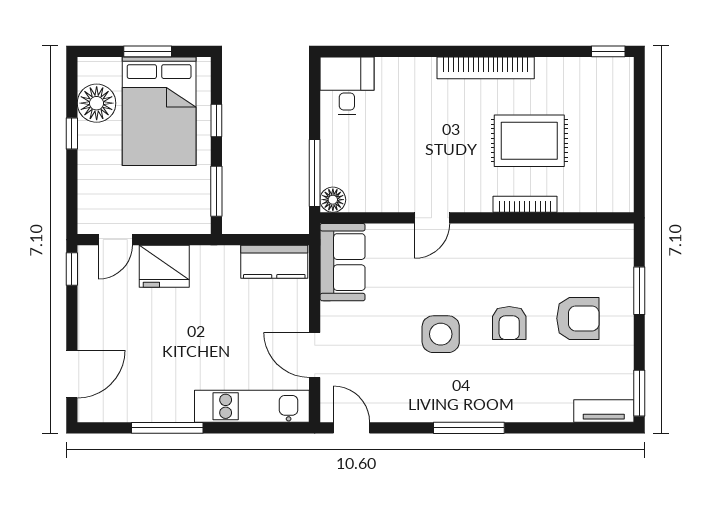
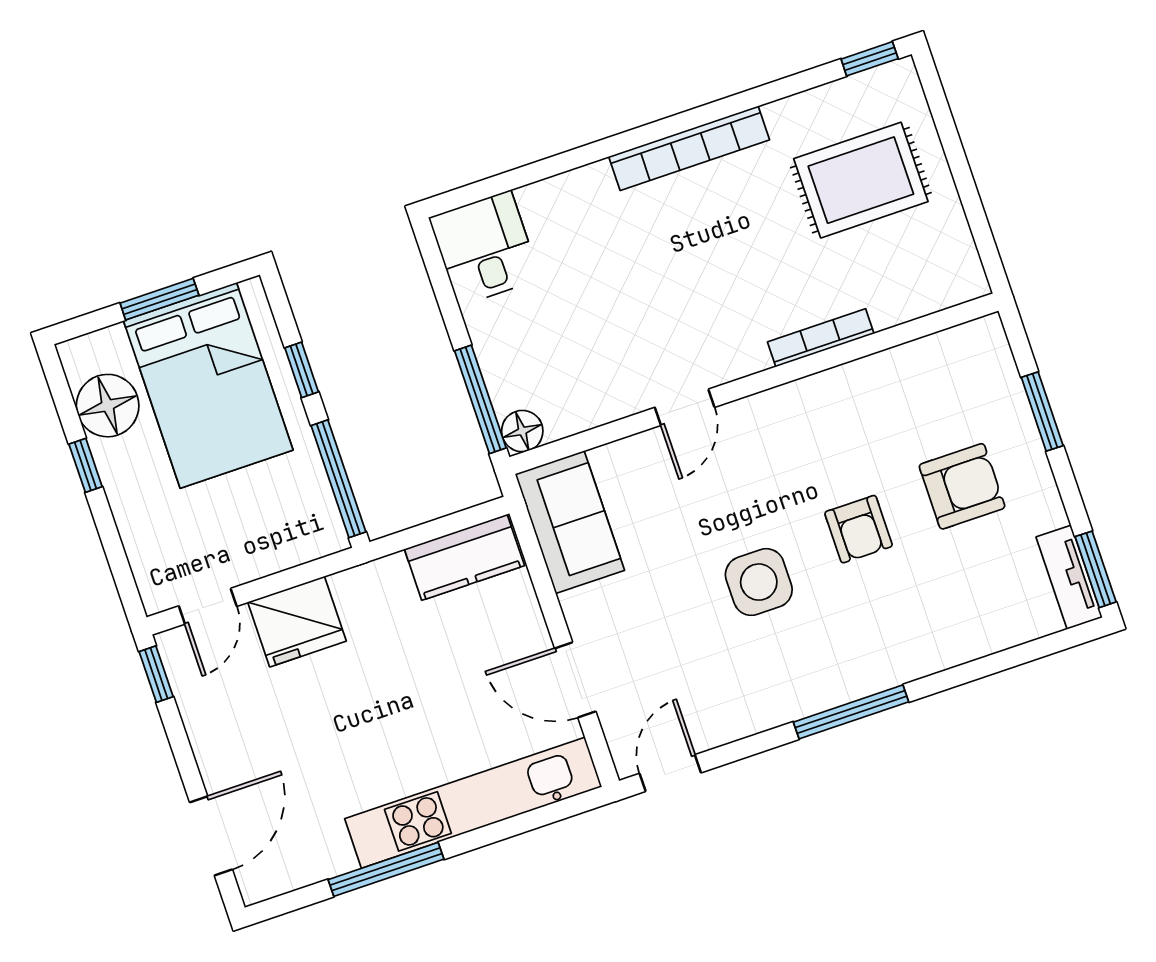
rug: (529, 141) -> (861, 180), moved
window: (216, 191) -> (338, 479), width x1.44
kitchen unit: (252, 406) -> (473, 803), width x1.36
tv unit: (604, 411) -> (1069, 577), moved, turned -90
door: (352, 428) -> (670, 773), hinge flipped

